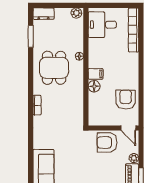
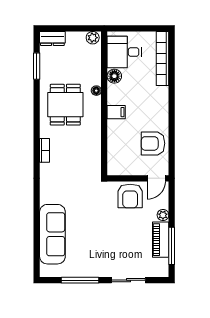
floor lamp: (94, 86) -> (114, 76), moved
armchair: (126, 100) -> (153, 143), turned -90
door: (128, 128) -> (156, 178), hinge flipped
armchair: (107, 142) -> (130, 196), turned -90

